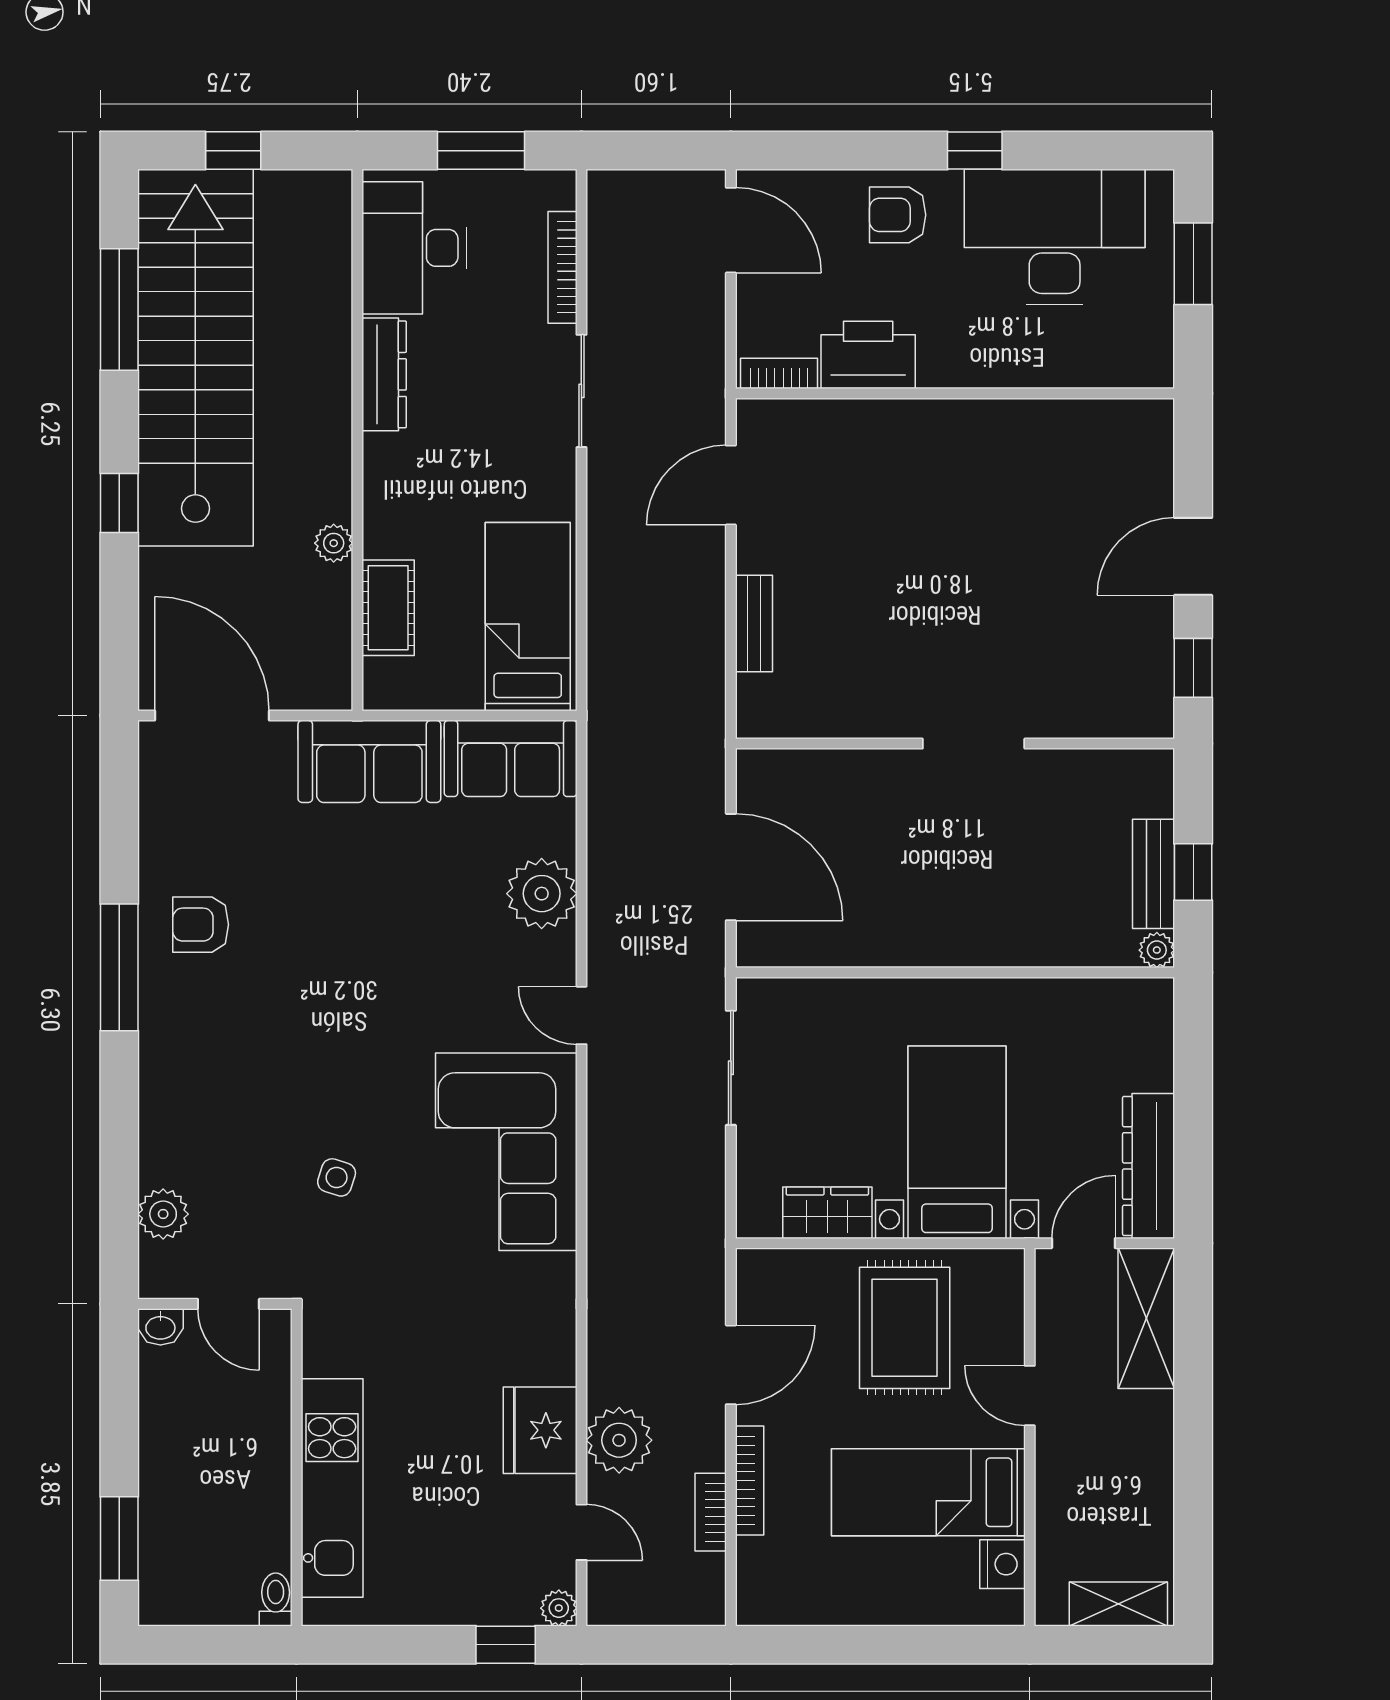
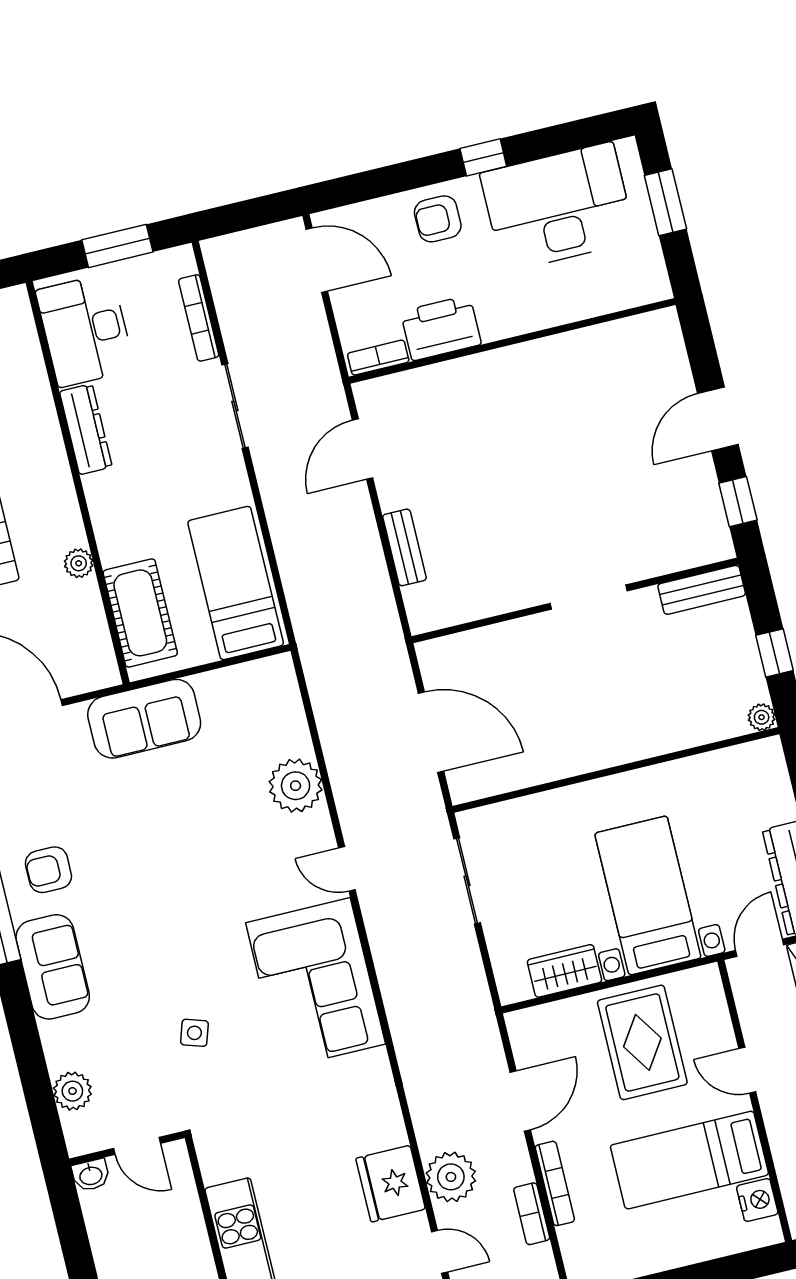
cot: (388, 608) -> (140, 613), width x1.37, depth x1.34
sofa: (511, 758) -> (53, 967), moved, turned -90
bench: (1154, 874) -> (702, 590), moved, turned 90

